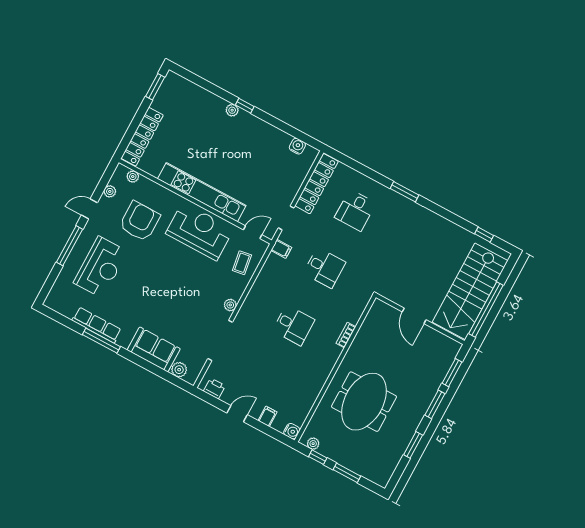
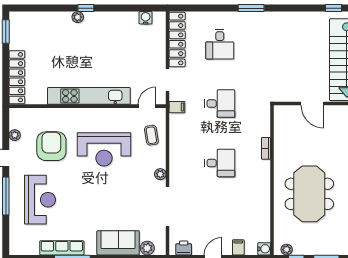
plant: (133, 177) -> (27, 113), removed
reception desk: (200, 231) -> (104, 149), moved, turned 180

